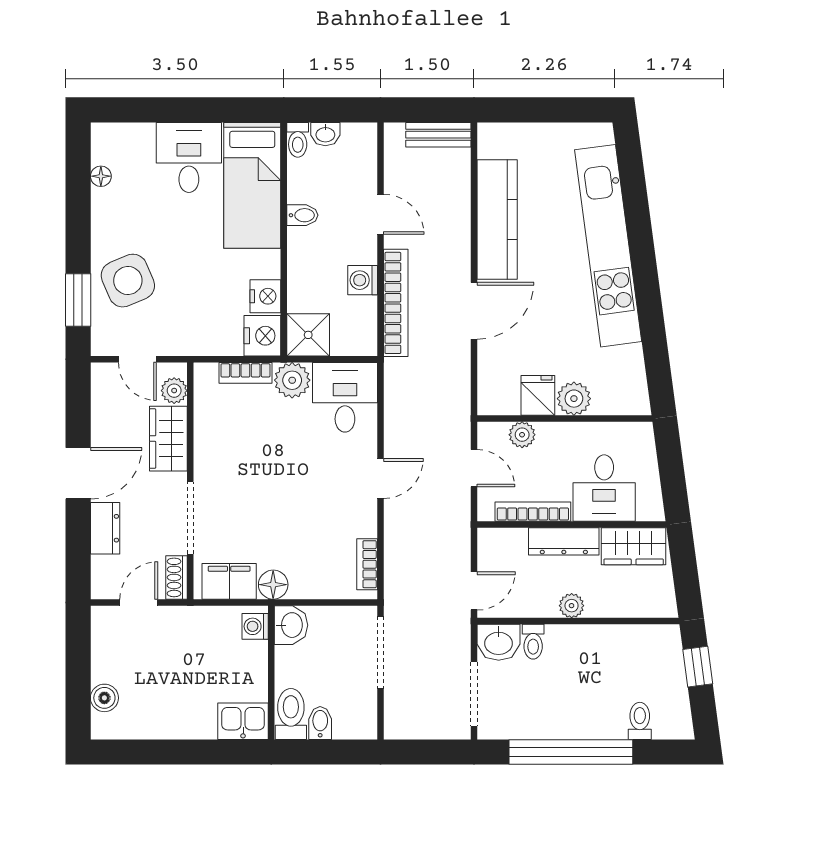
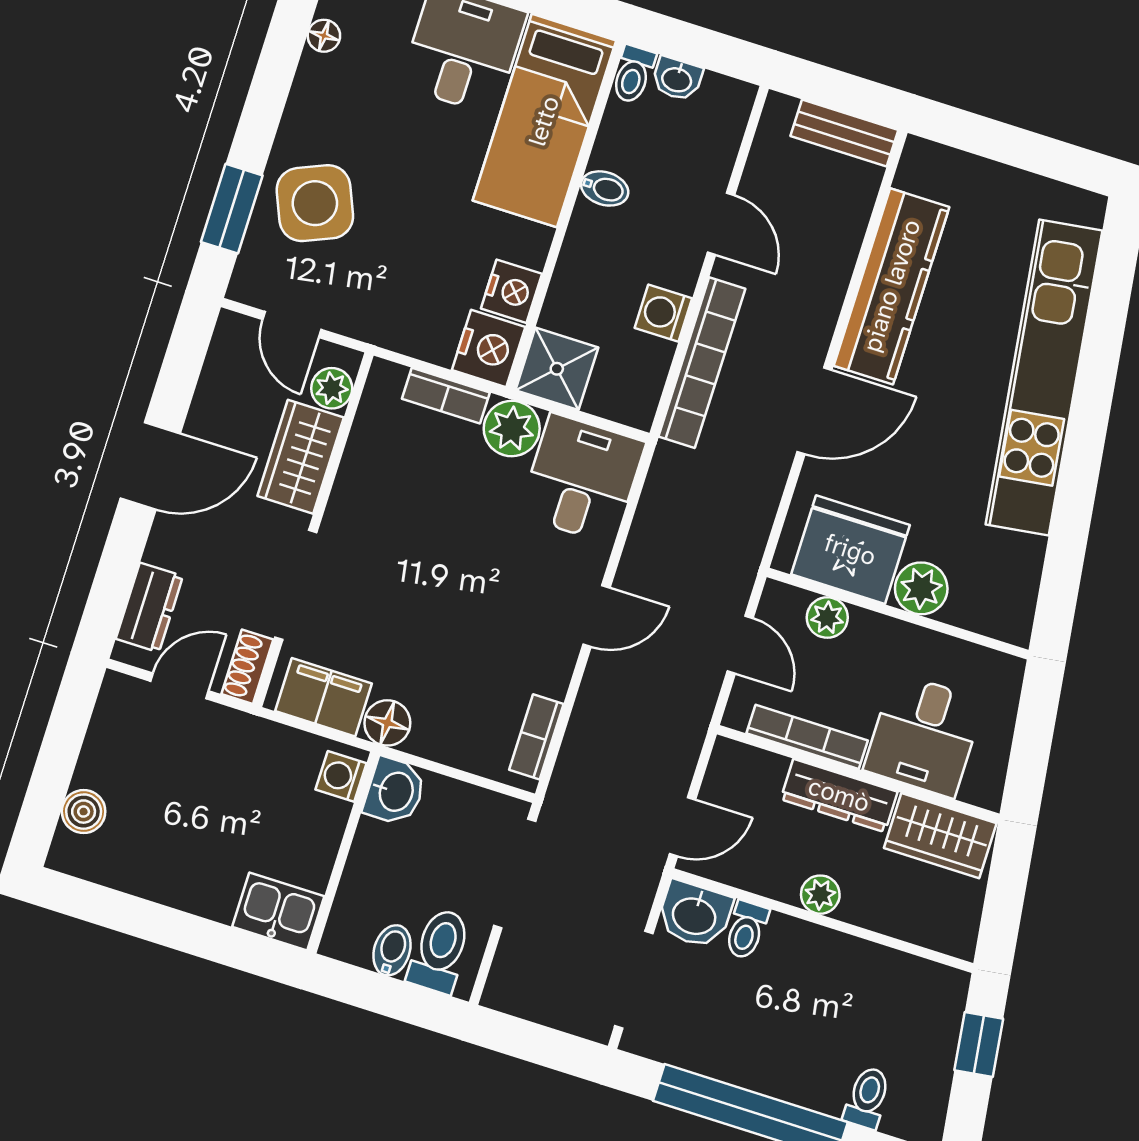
fridge: (538, 395) -> (850, 550), width x1.88, depth x1.34
dresser: (105, 528) -> (149, 607), moved
toilet: (291, 714) -> (440, 951), moved

